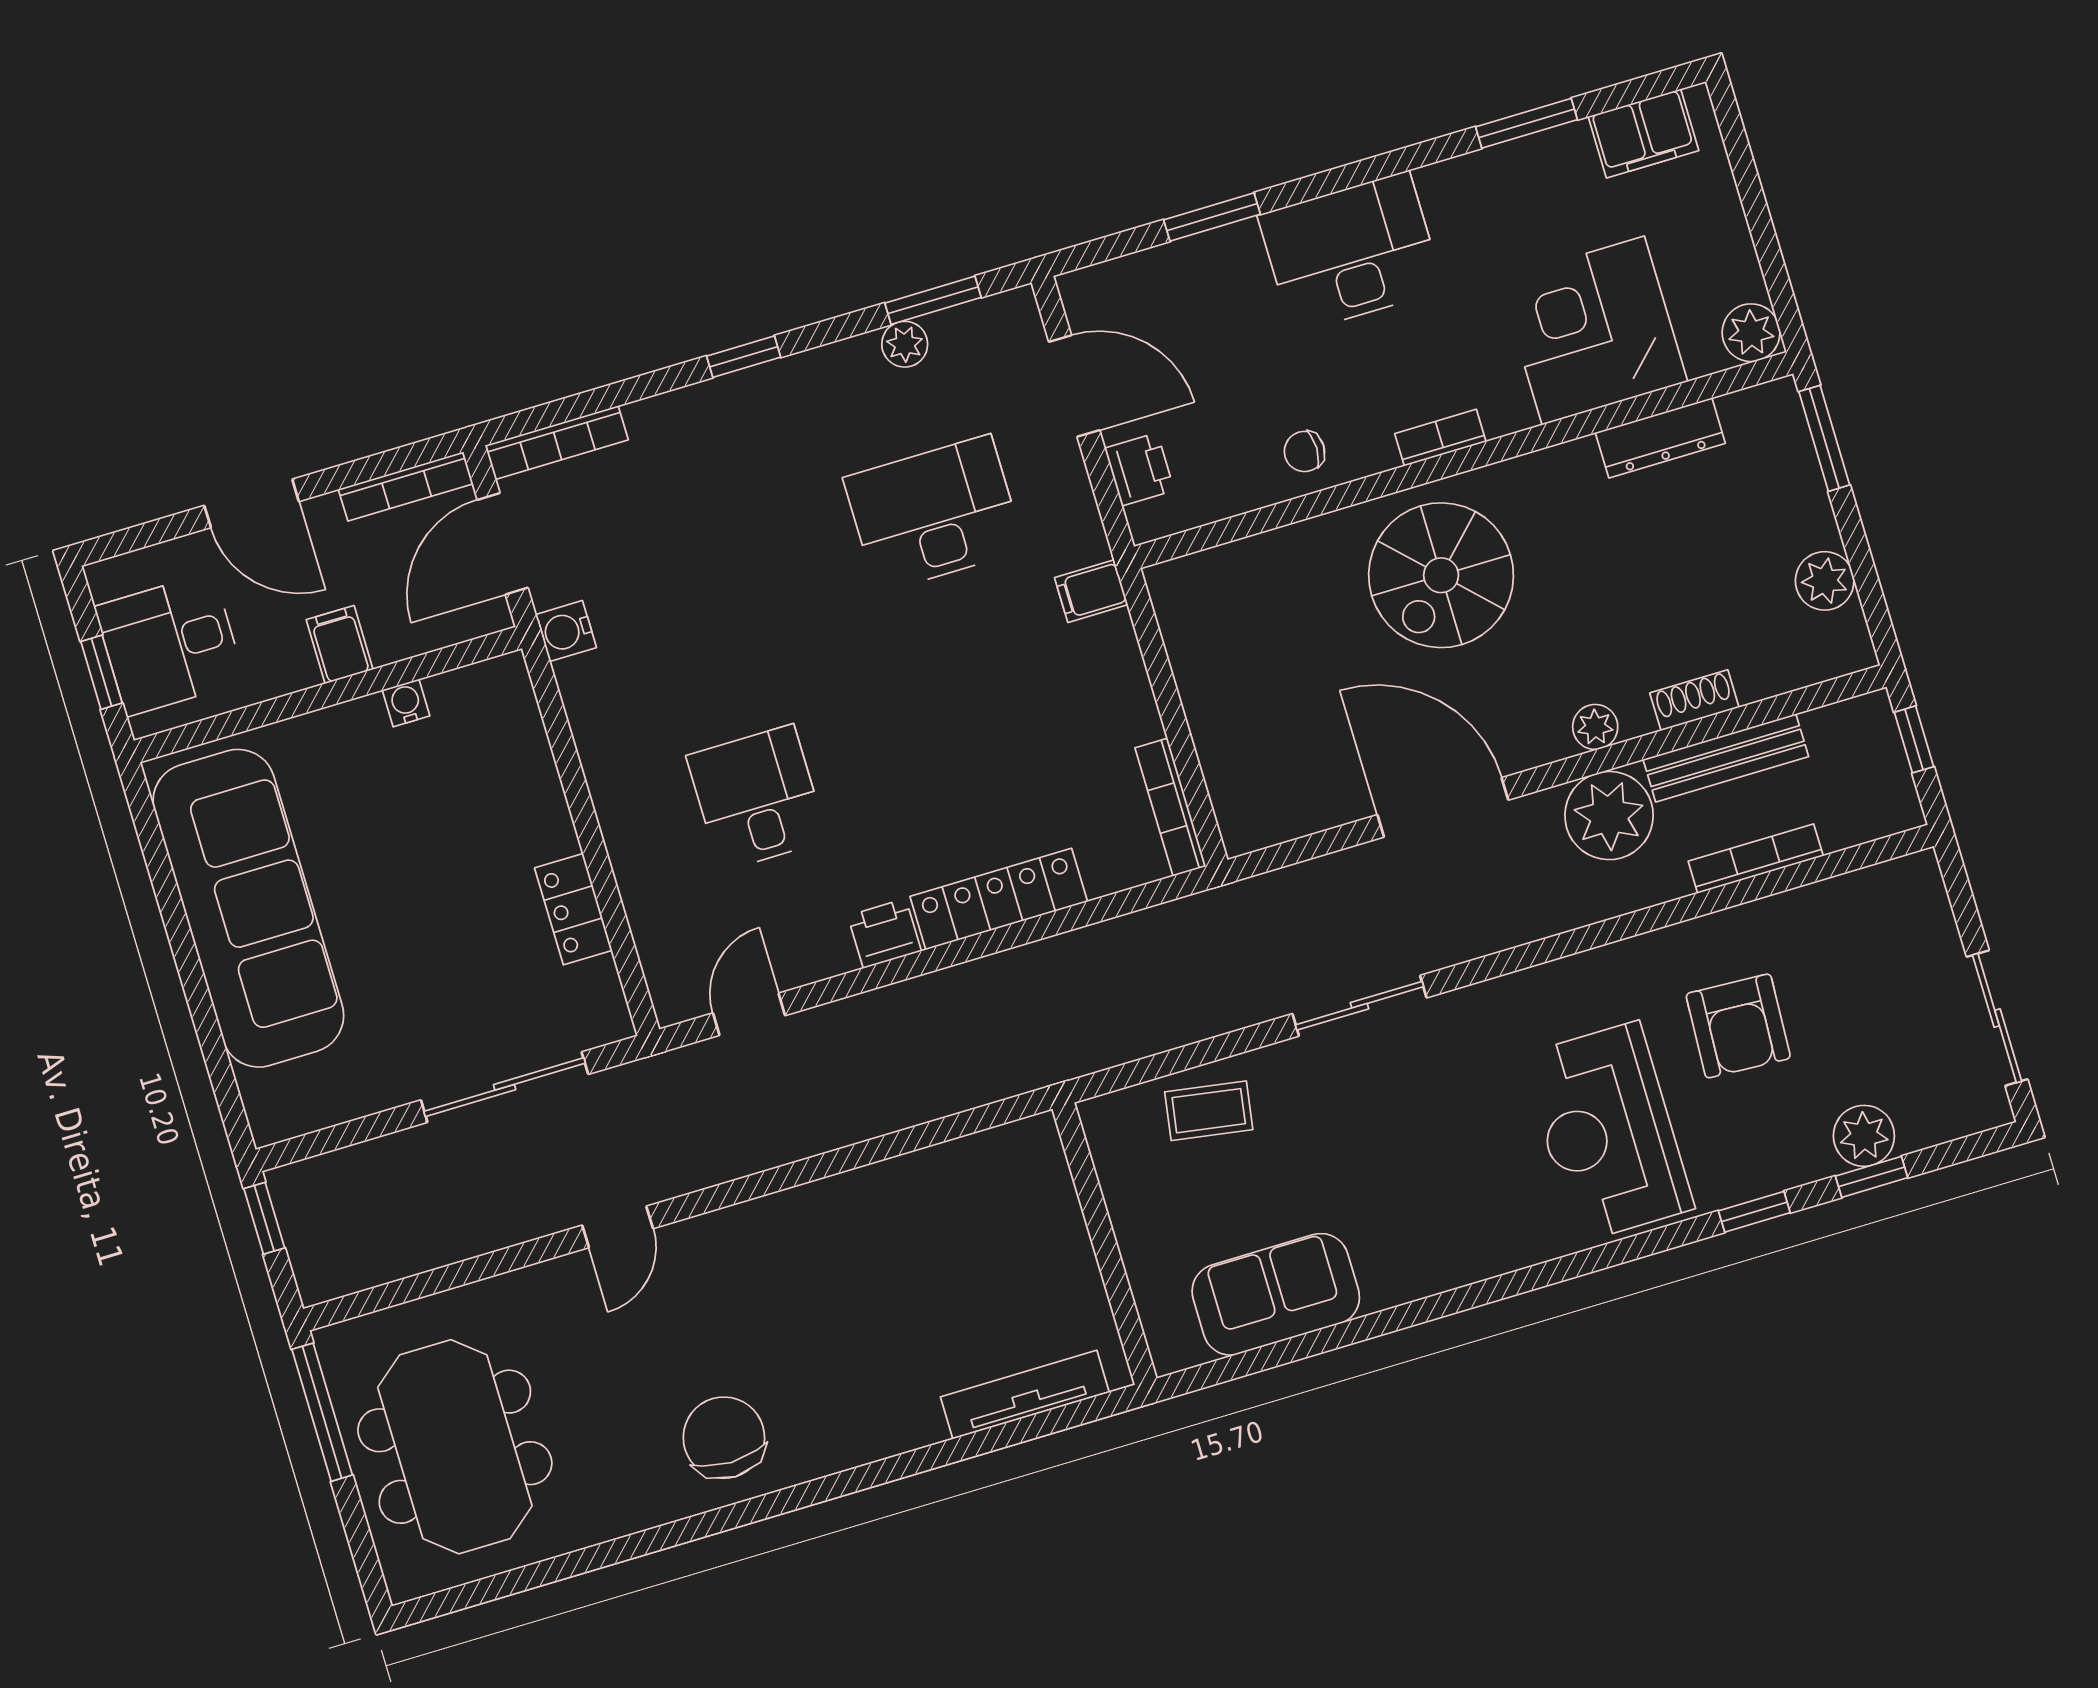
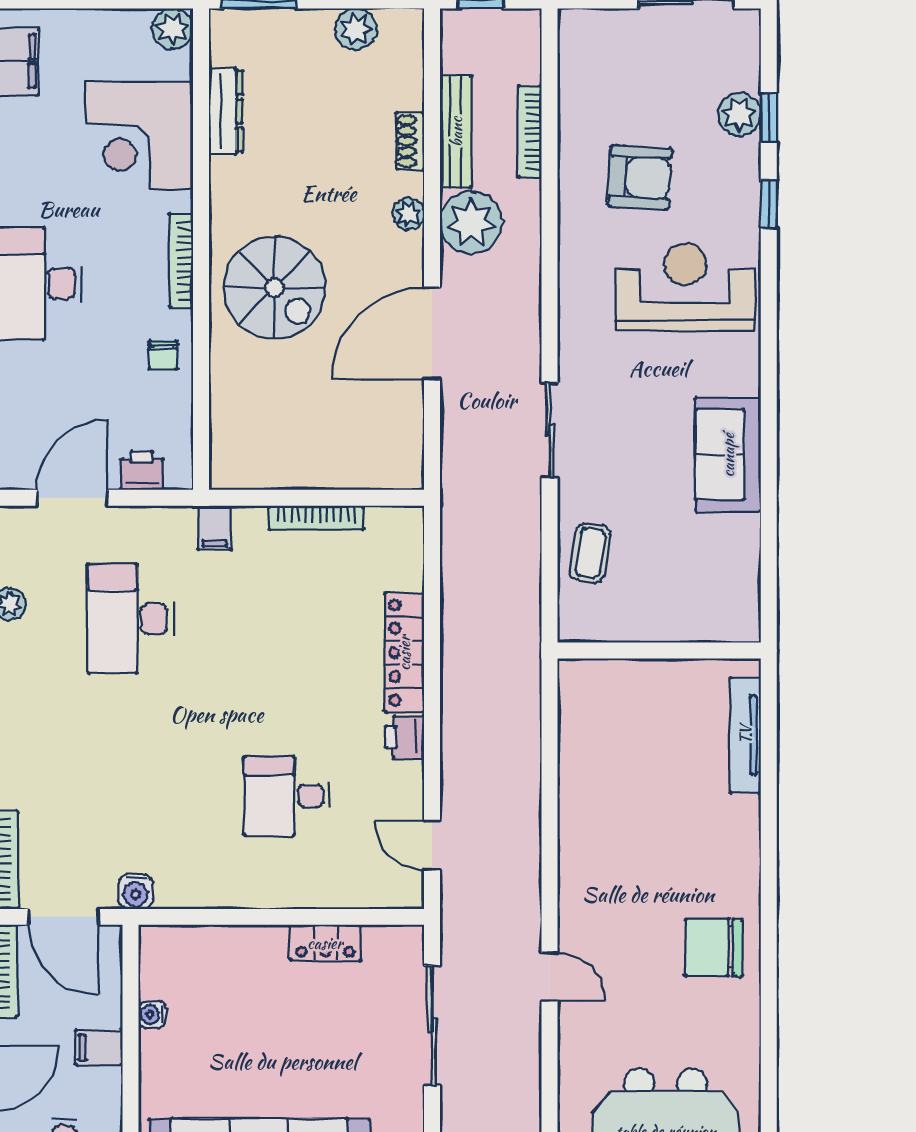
bookcase: (1440, 438) -> (181, 260), width x1.56
bookcase: (1170, 807) -> (316, 518), moved
reception desk: (1608, 1132) -> (685, 287), turned 180
sofa: (1276, 1294) -> (728, 455), moved

